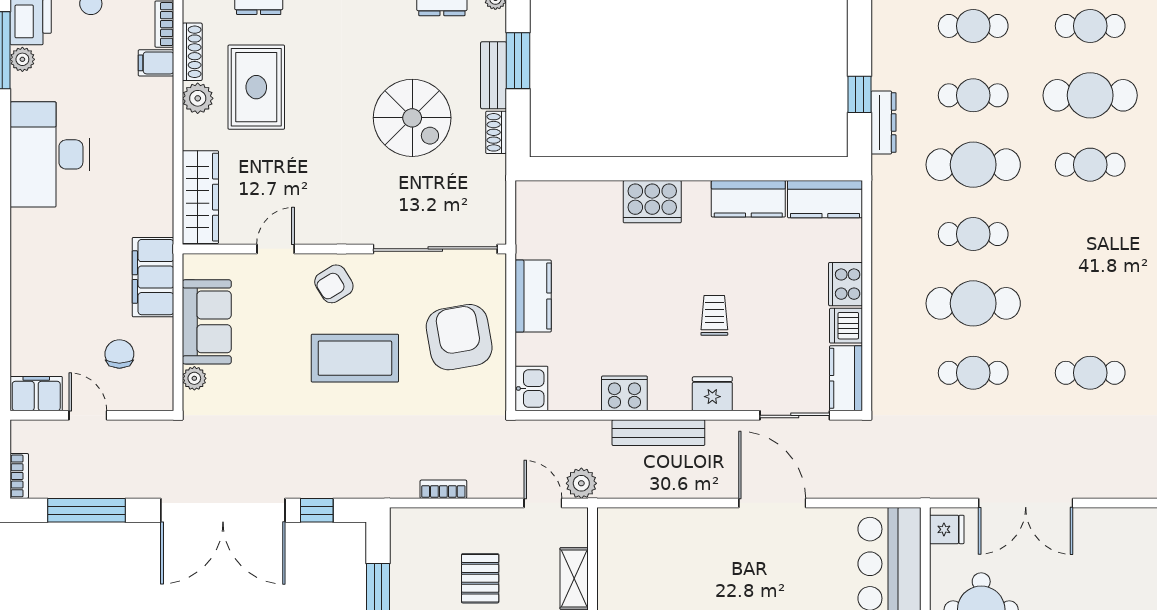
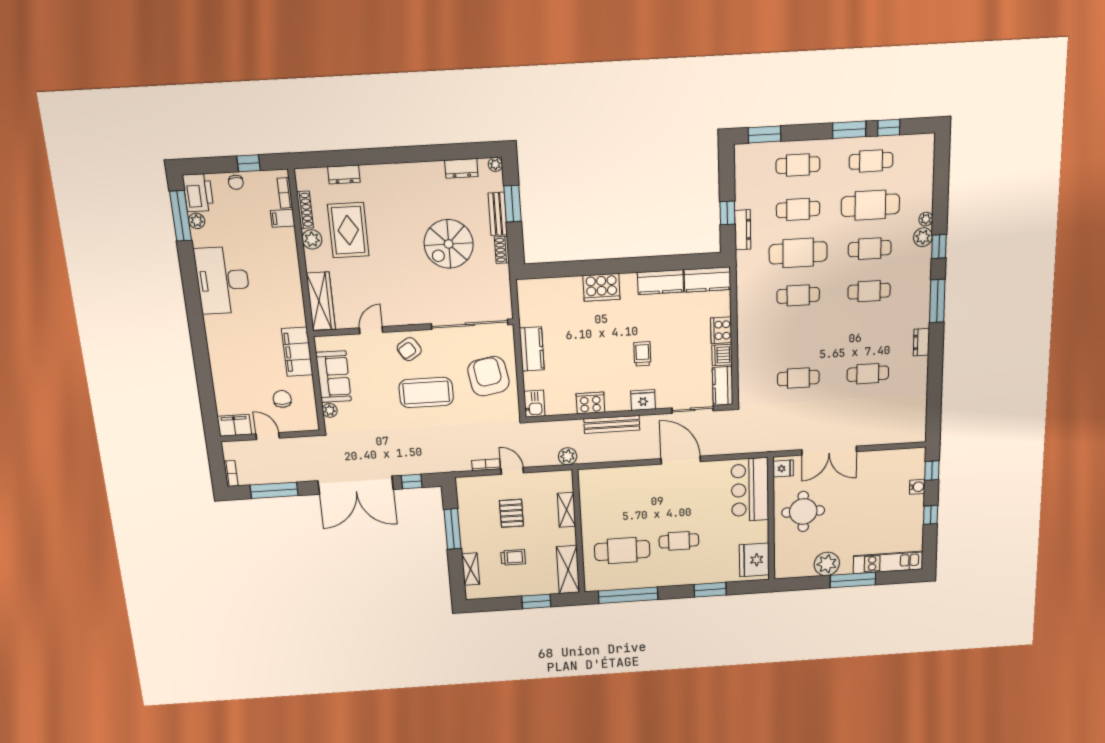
spiral stairs: (412, 118) -> (449, 244), turned 90
cafe table: (973, 303) -> (869, 291), moved, width x0.73, depth x0.74
door: (543, 503) -> (512, 471), moved

